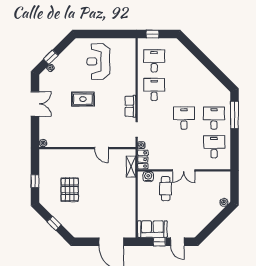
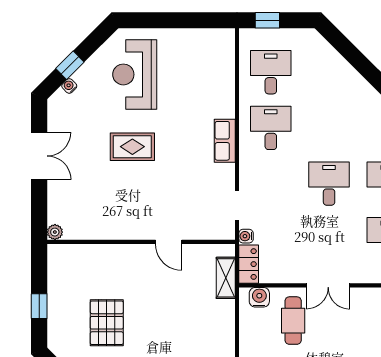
reception desk: (98, 61) -> (135, 74), moved
row of seats: (130, 106) -> (225, 141), moved

